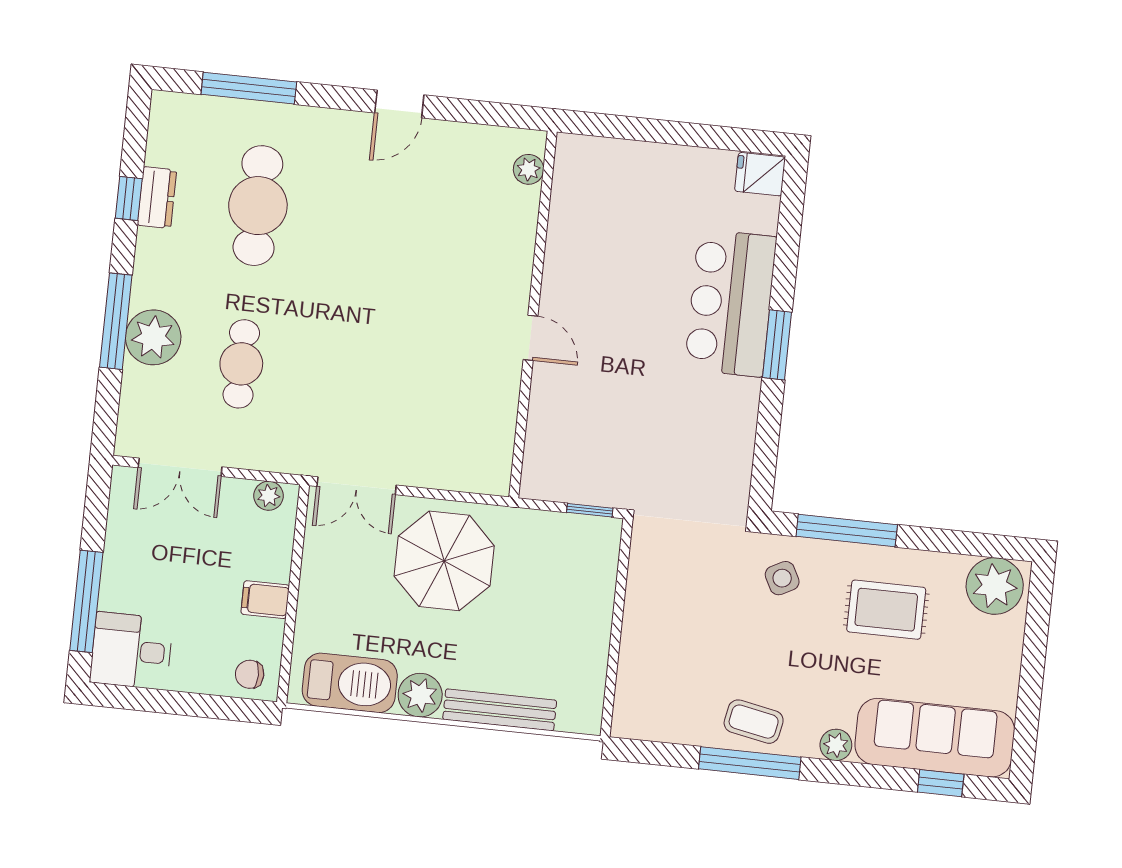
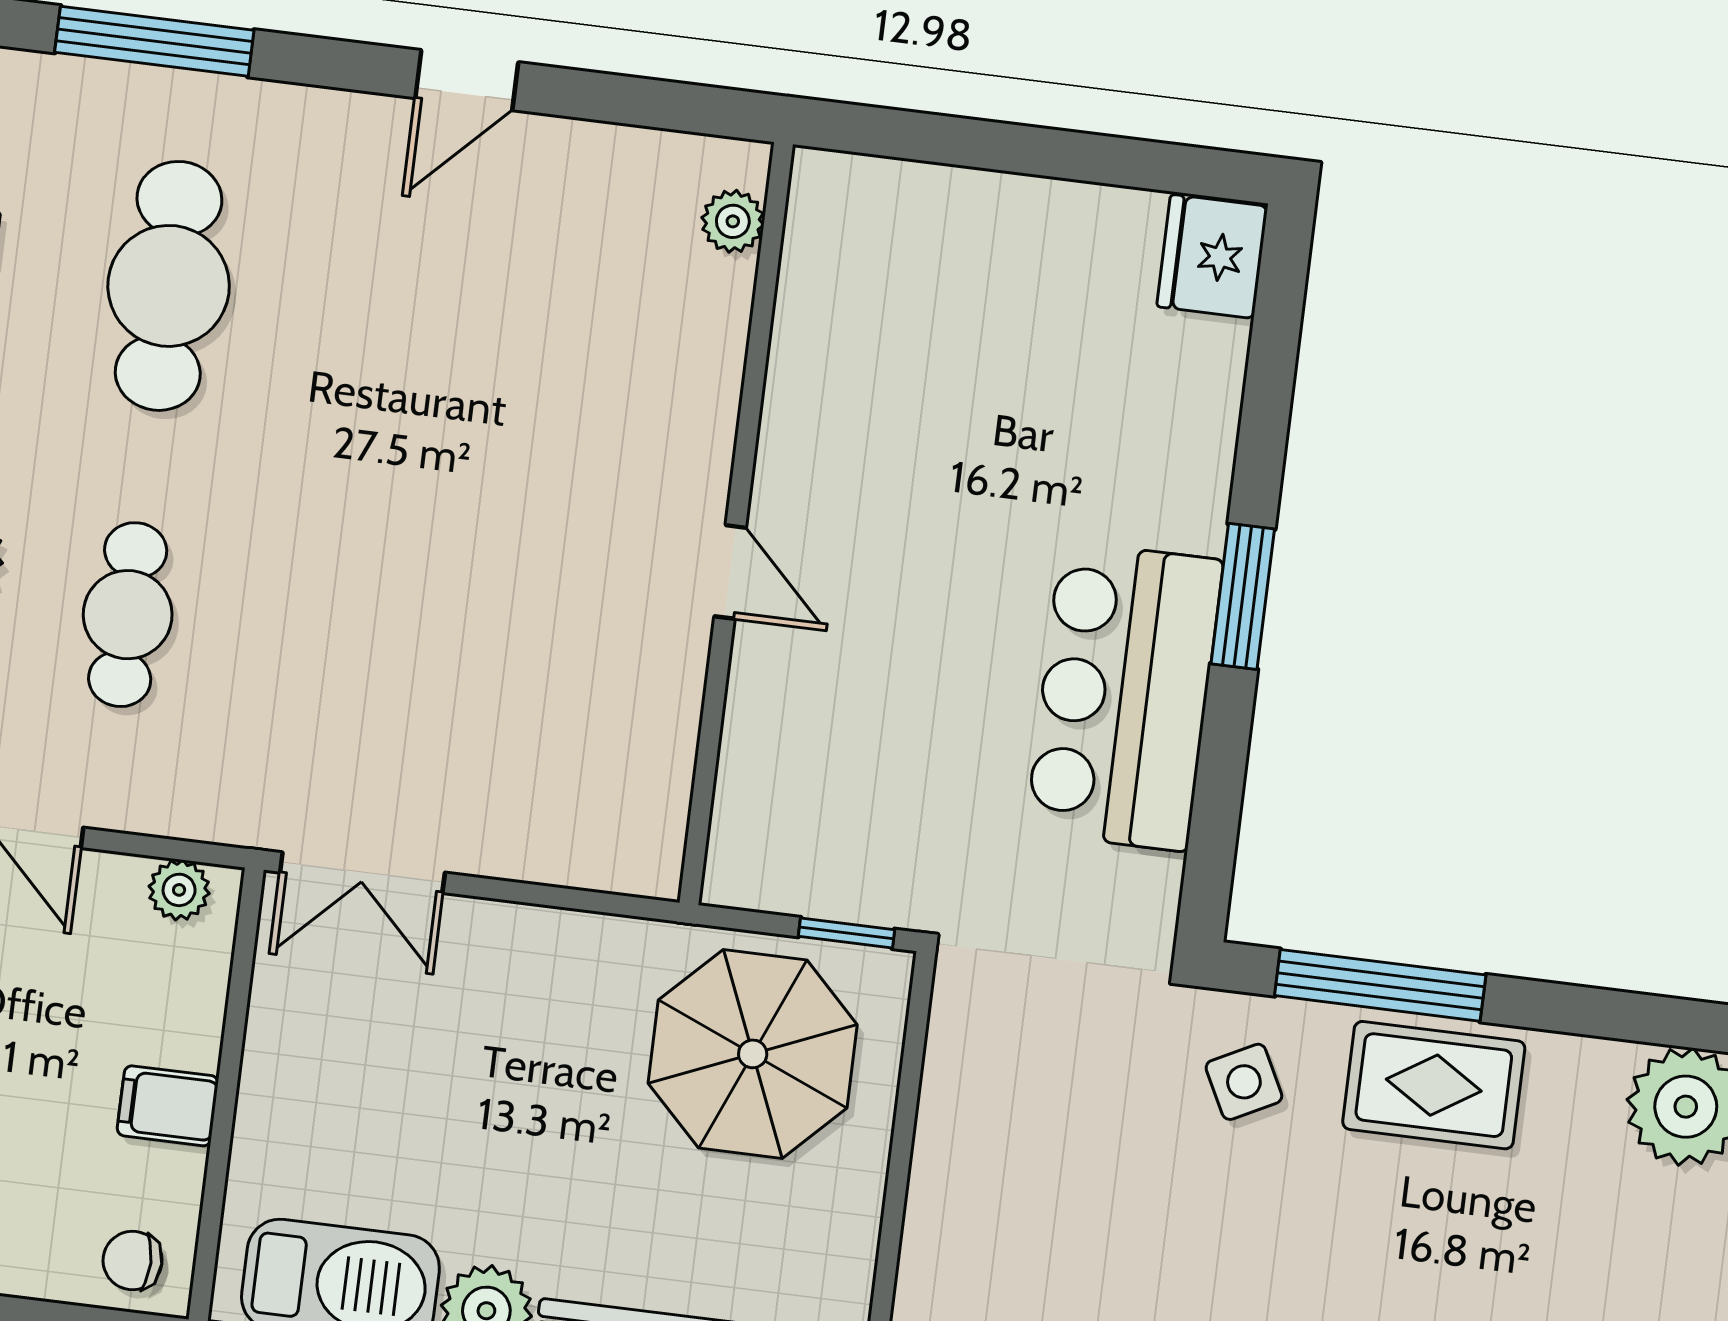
fridge: (760, 174) -> (1212, 256), width x1.38
bar counter: (731, 303) -> (1124, 696), moved
parasol: (444, 561) -> (753, 1054), moved
rug: (886, 610) -> (1434, 1085), moved

